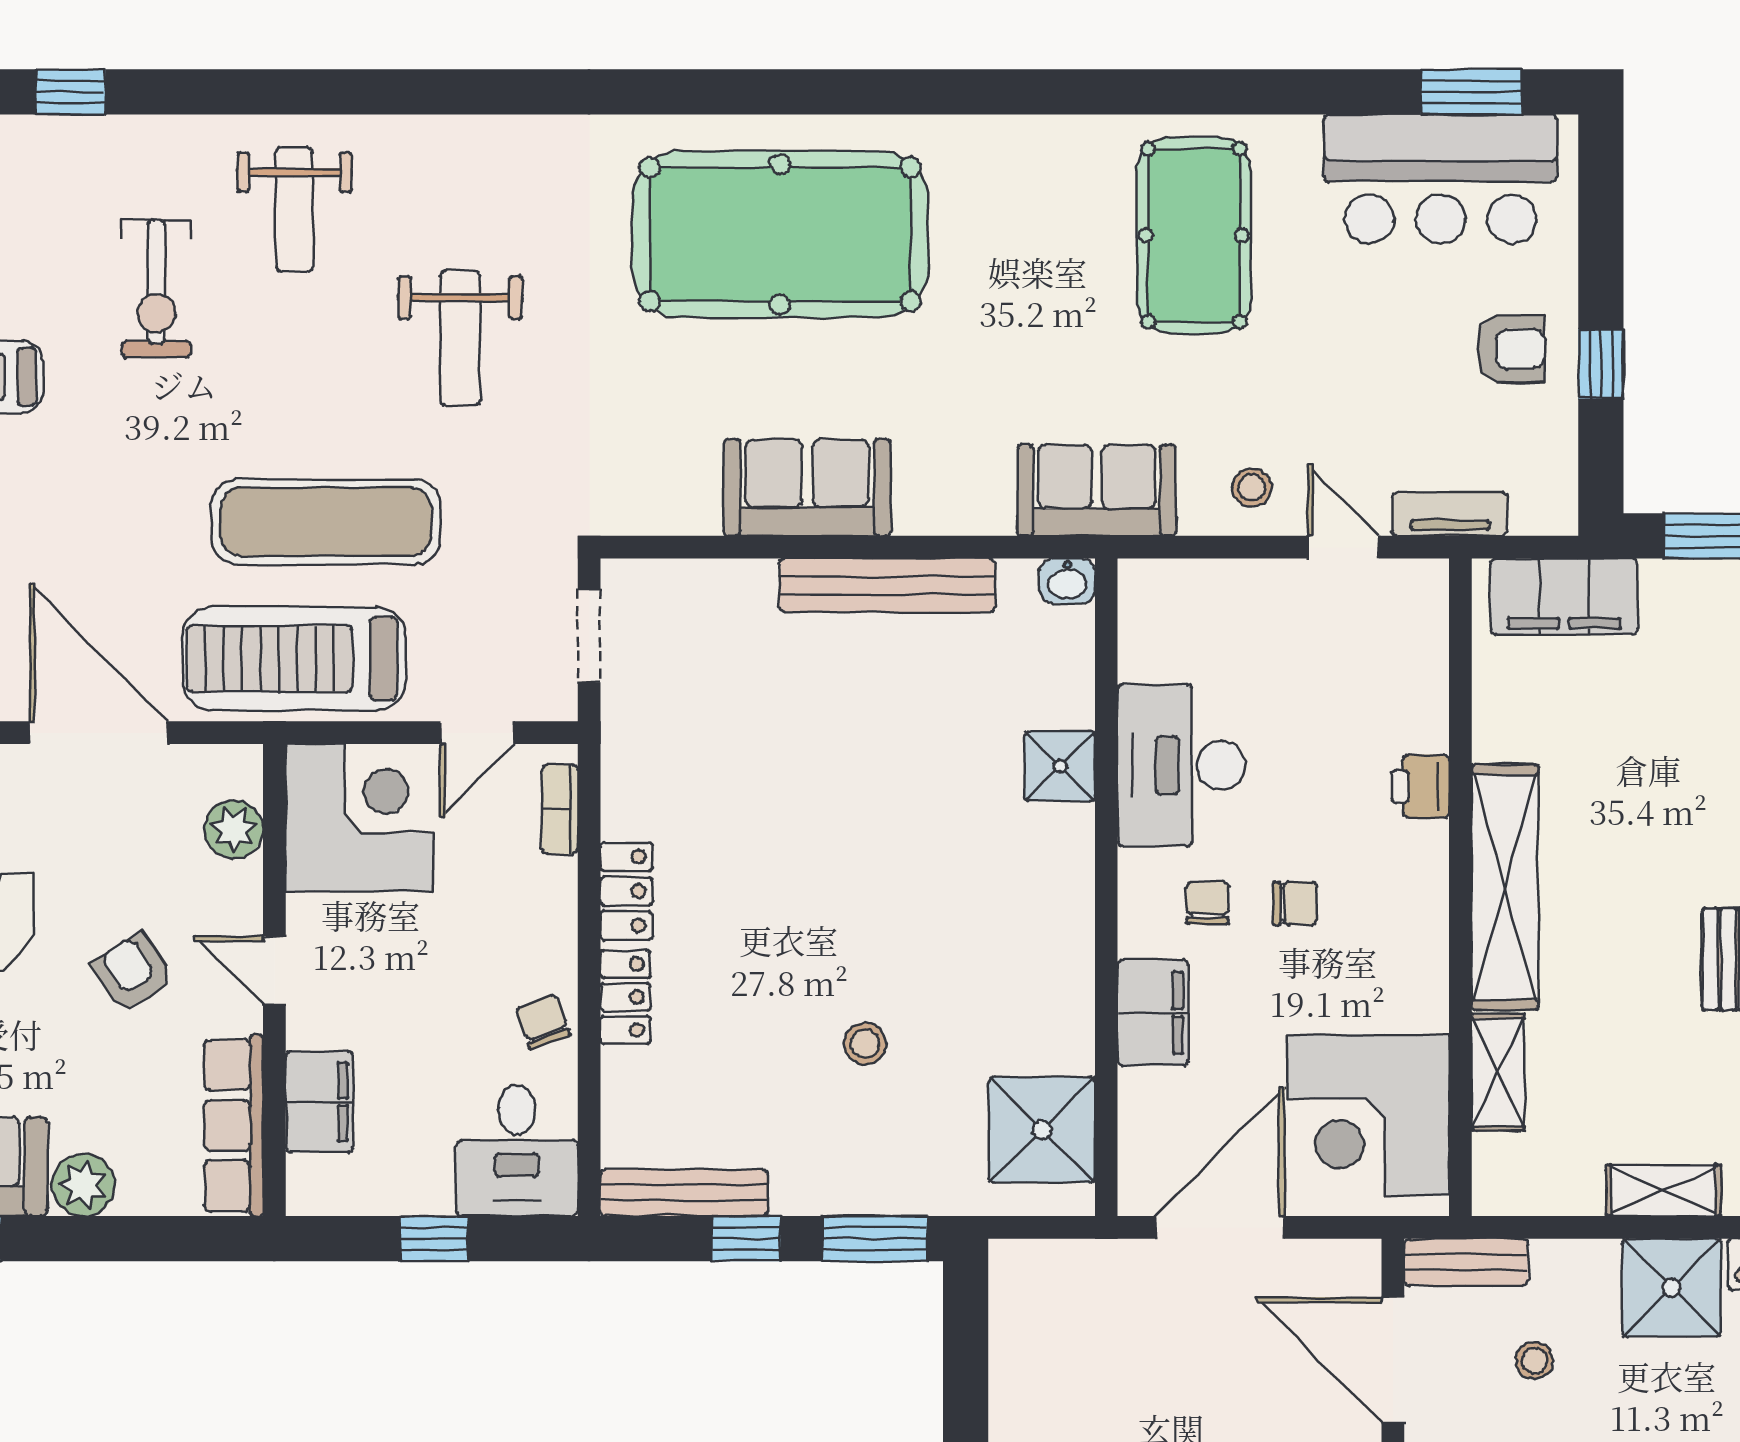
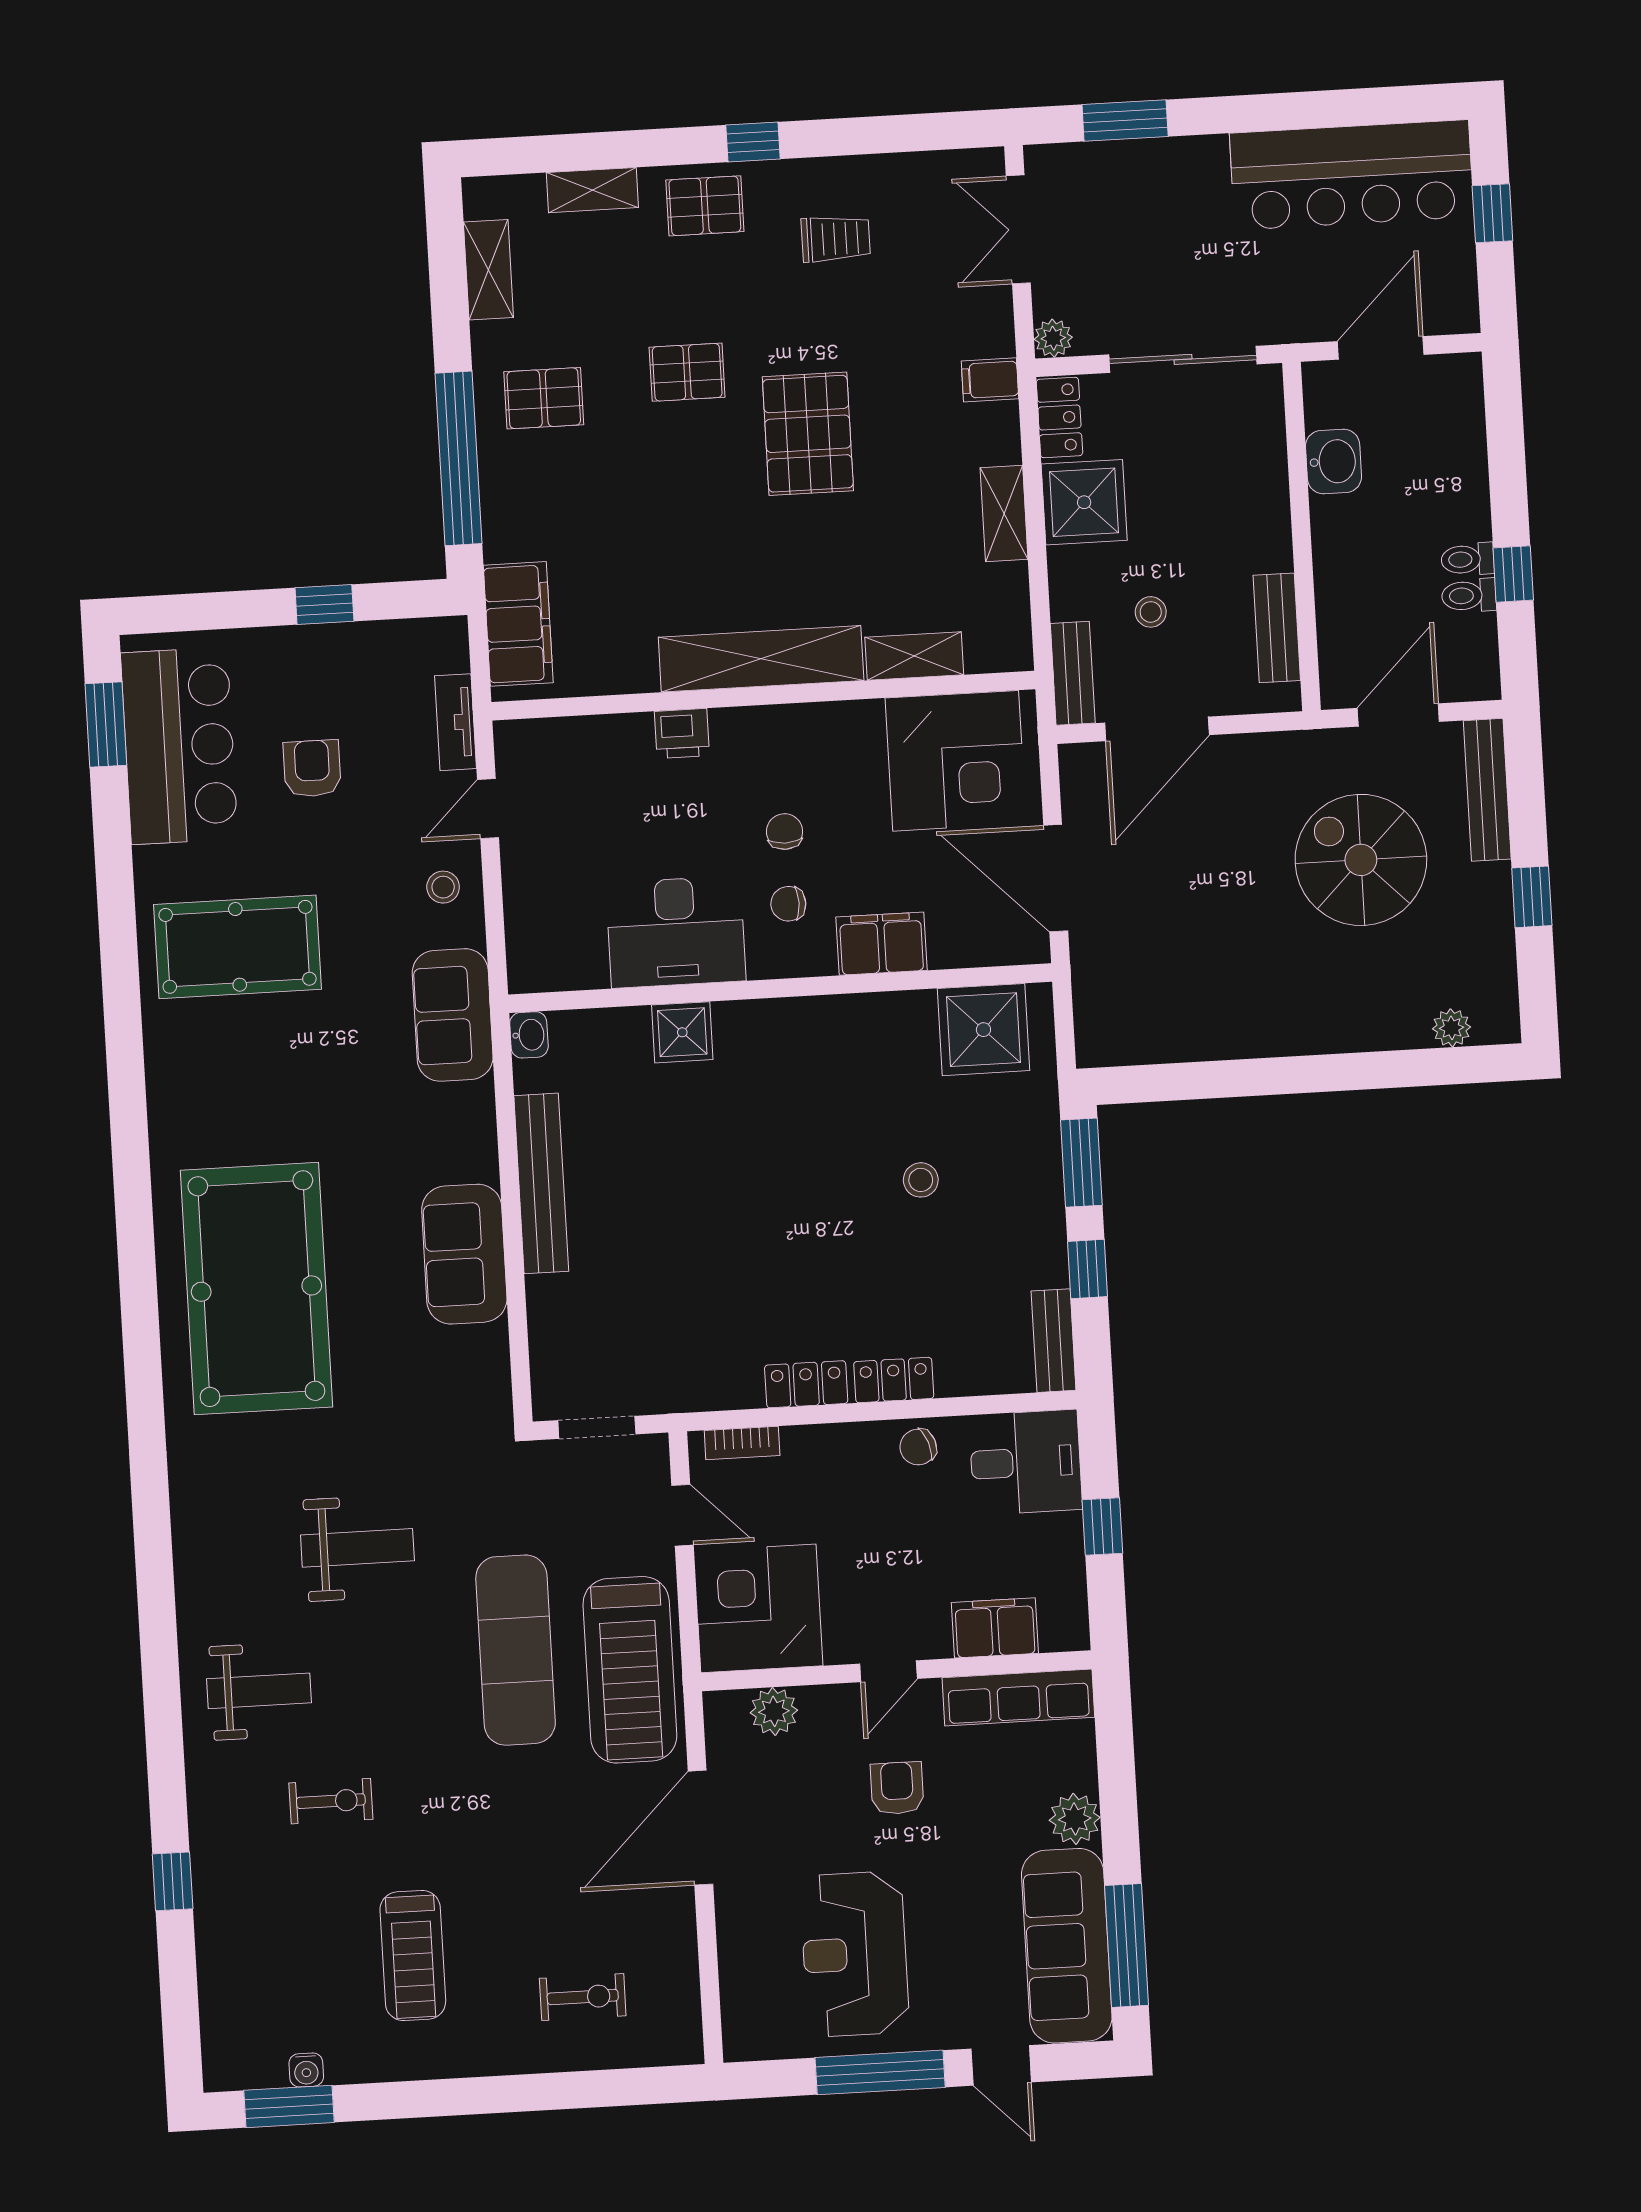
exercise bike: (156, 288) -> (331, 1801), width x0.73, depth x0.72
armchair: (1511, 349) -> (312, 768), moved
armchair: (133, 973) -> (897, 1788), turned 123
bench: (684, 1193) -> (1054, 1341), width x0.73

